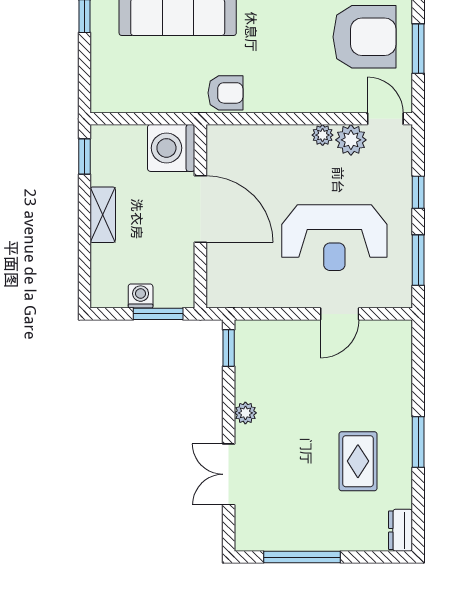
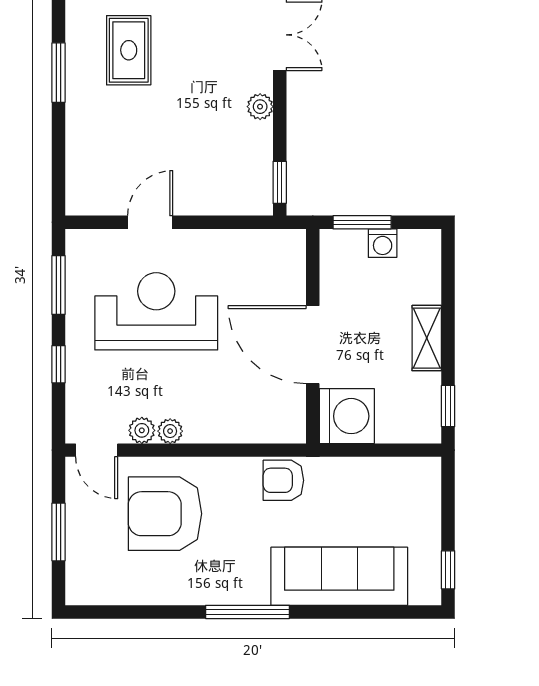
armchair: (364, 37) -> (165, 514), moved
plant: (351, 140) -> (142, 430), width x0.73, depth x0.73

